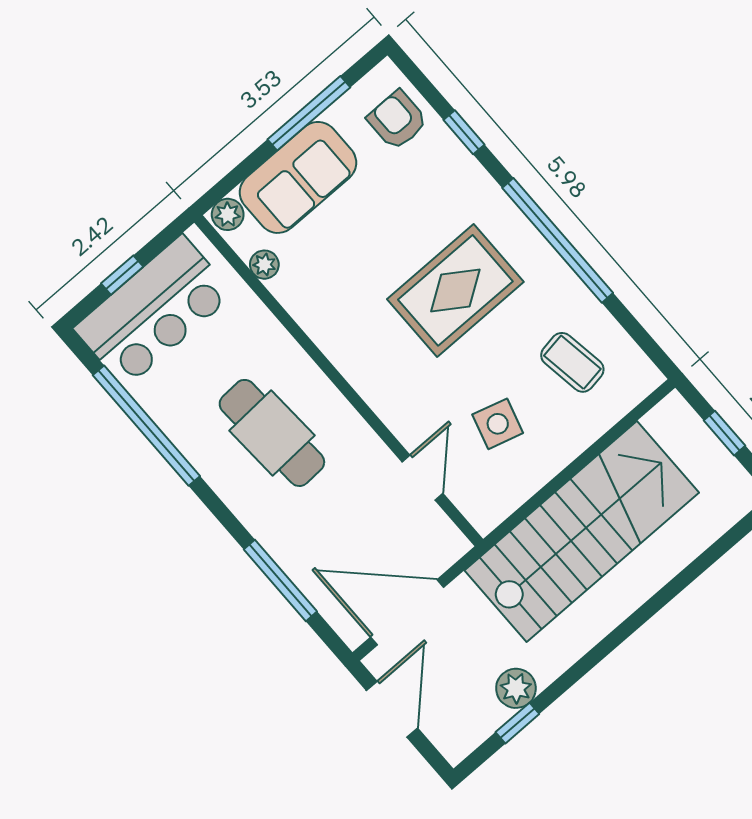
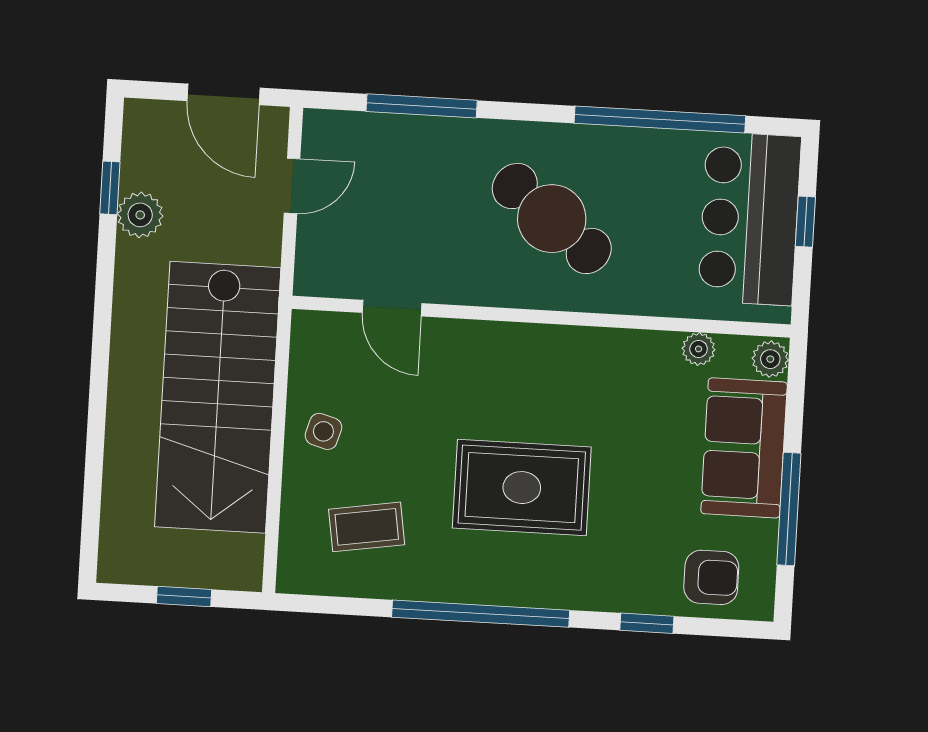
rug: (455, 290) -> (522, 488), turned 90
side table: (498, 424) -> (323, 431), moved, width x0.73, depth x0.73
cafe table: (272, 433) -> (552, 219), turned 41
door: (407, 612) -> (292, 186), width x0.53

